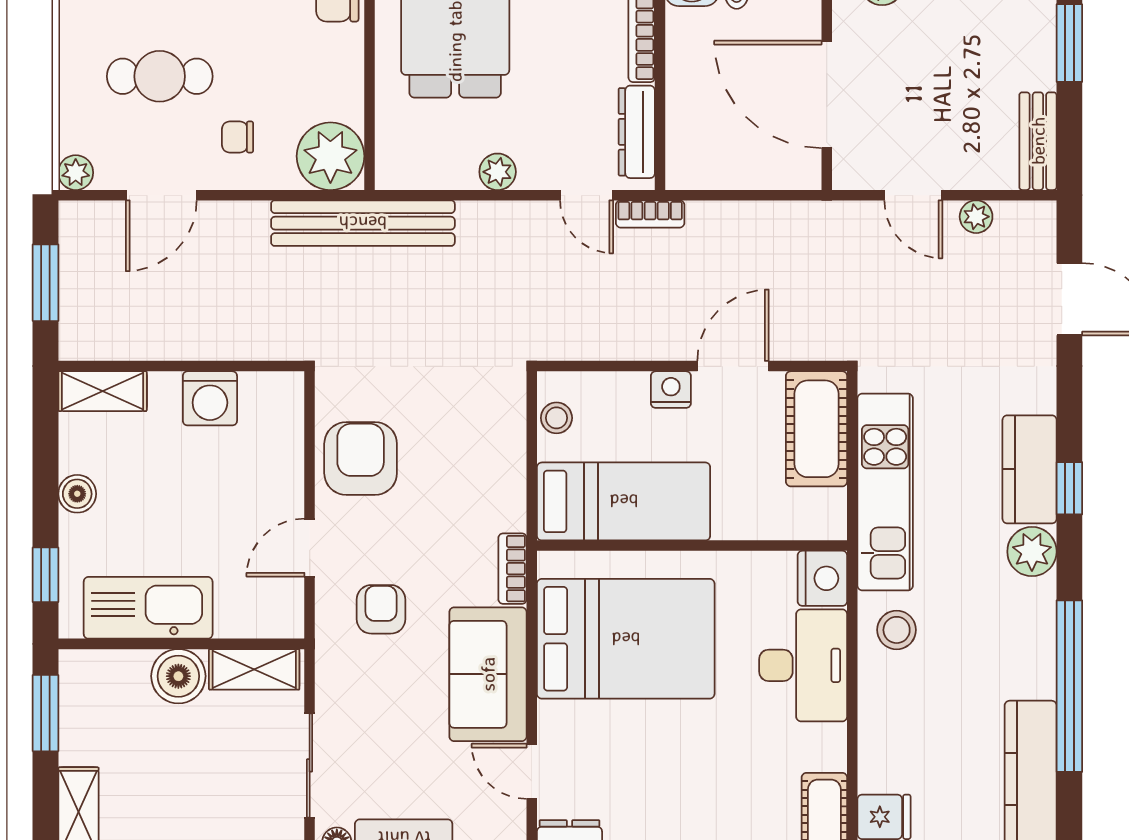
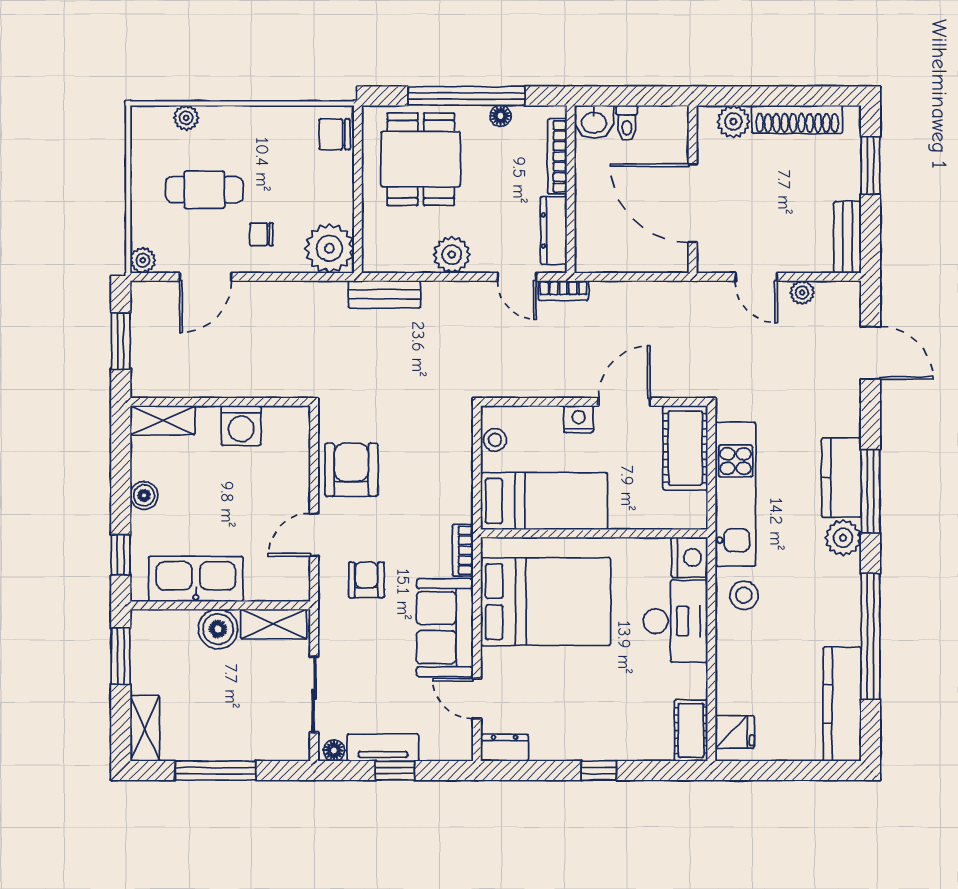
plant: (498, 172) -> (452, 255), width x1.38, depth x1.38
bench: (363, 223) -> (384, 294), width x0.54, depth x0.82
window: (1069, 488) -> (870, 491), width x2.17

